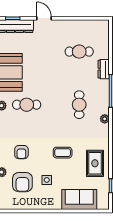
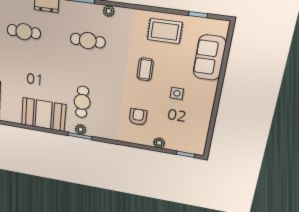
cafe table: (79, 52) -> (24, 32), turned 90
armchair: (21, 152) -> (138, 117), turned -90
armchair: (22, 182) -> (175, 122), removed

